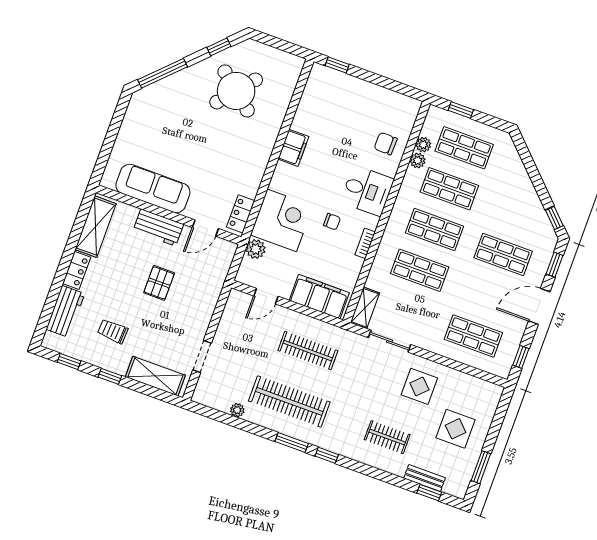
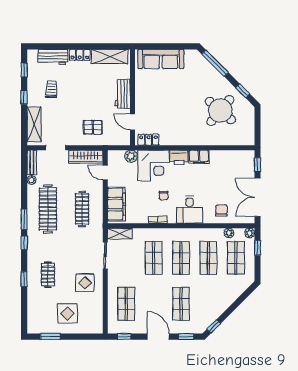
double door: (385, 83) -> (257, 197), added
plant: (418, 160) -> (250, 233), moved
printer: (284, 178) -> (179, 157), added
sofa: (153, 189) -> (161, 59), moved, turned 90
pallet: (159, 283) -> (93, 127), moved
wardrobe: (232, 317) -> (86, 157), added
bench: (425, 478) -> (32, 162), moved
window: (429, 493) -> (24, 279), moved

